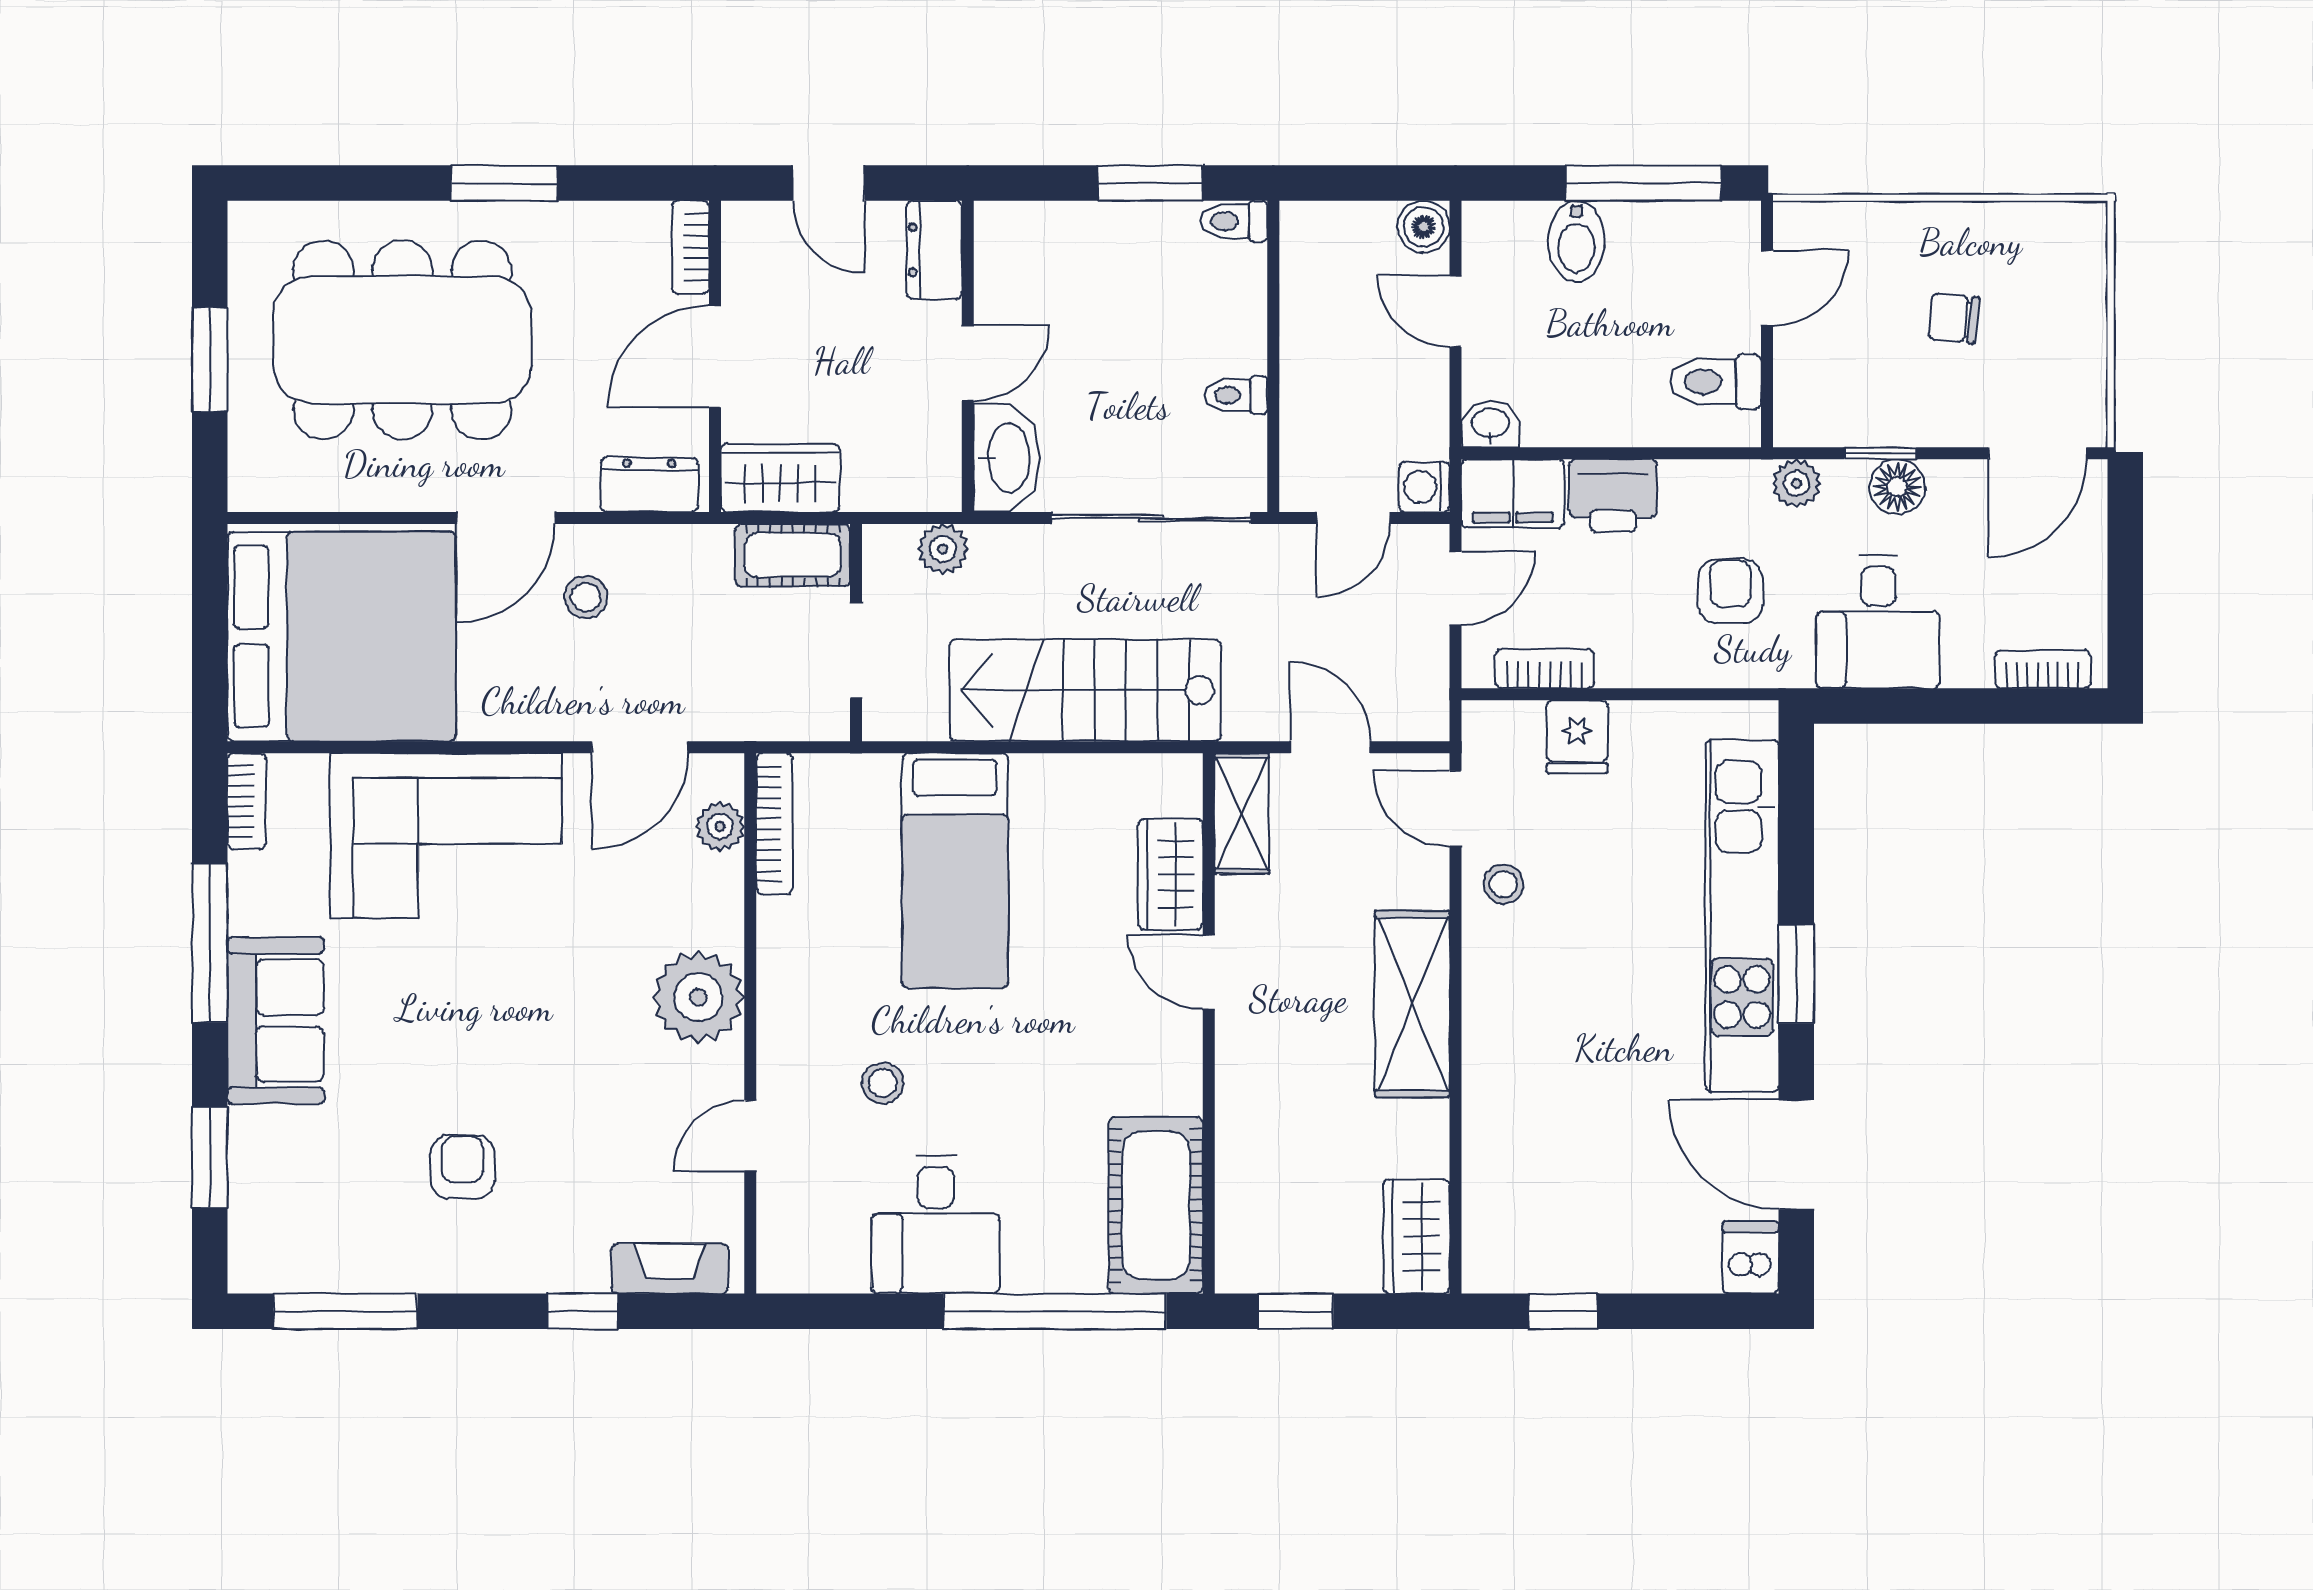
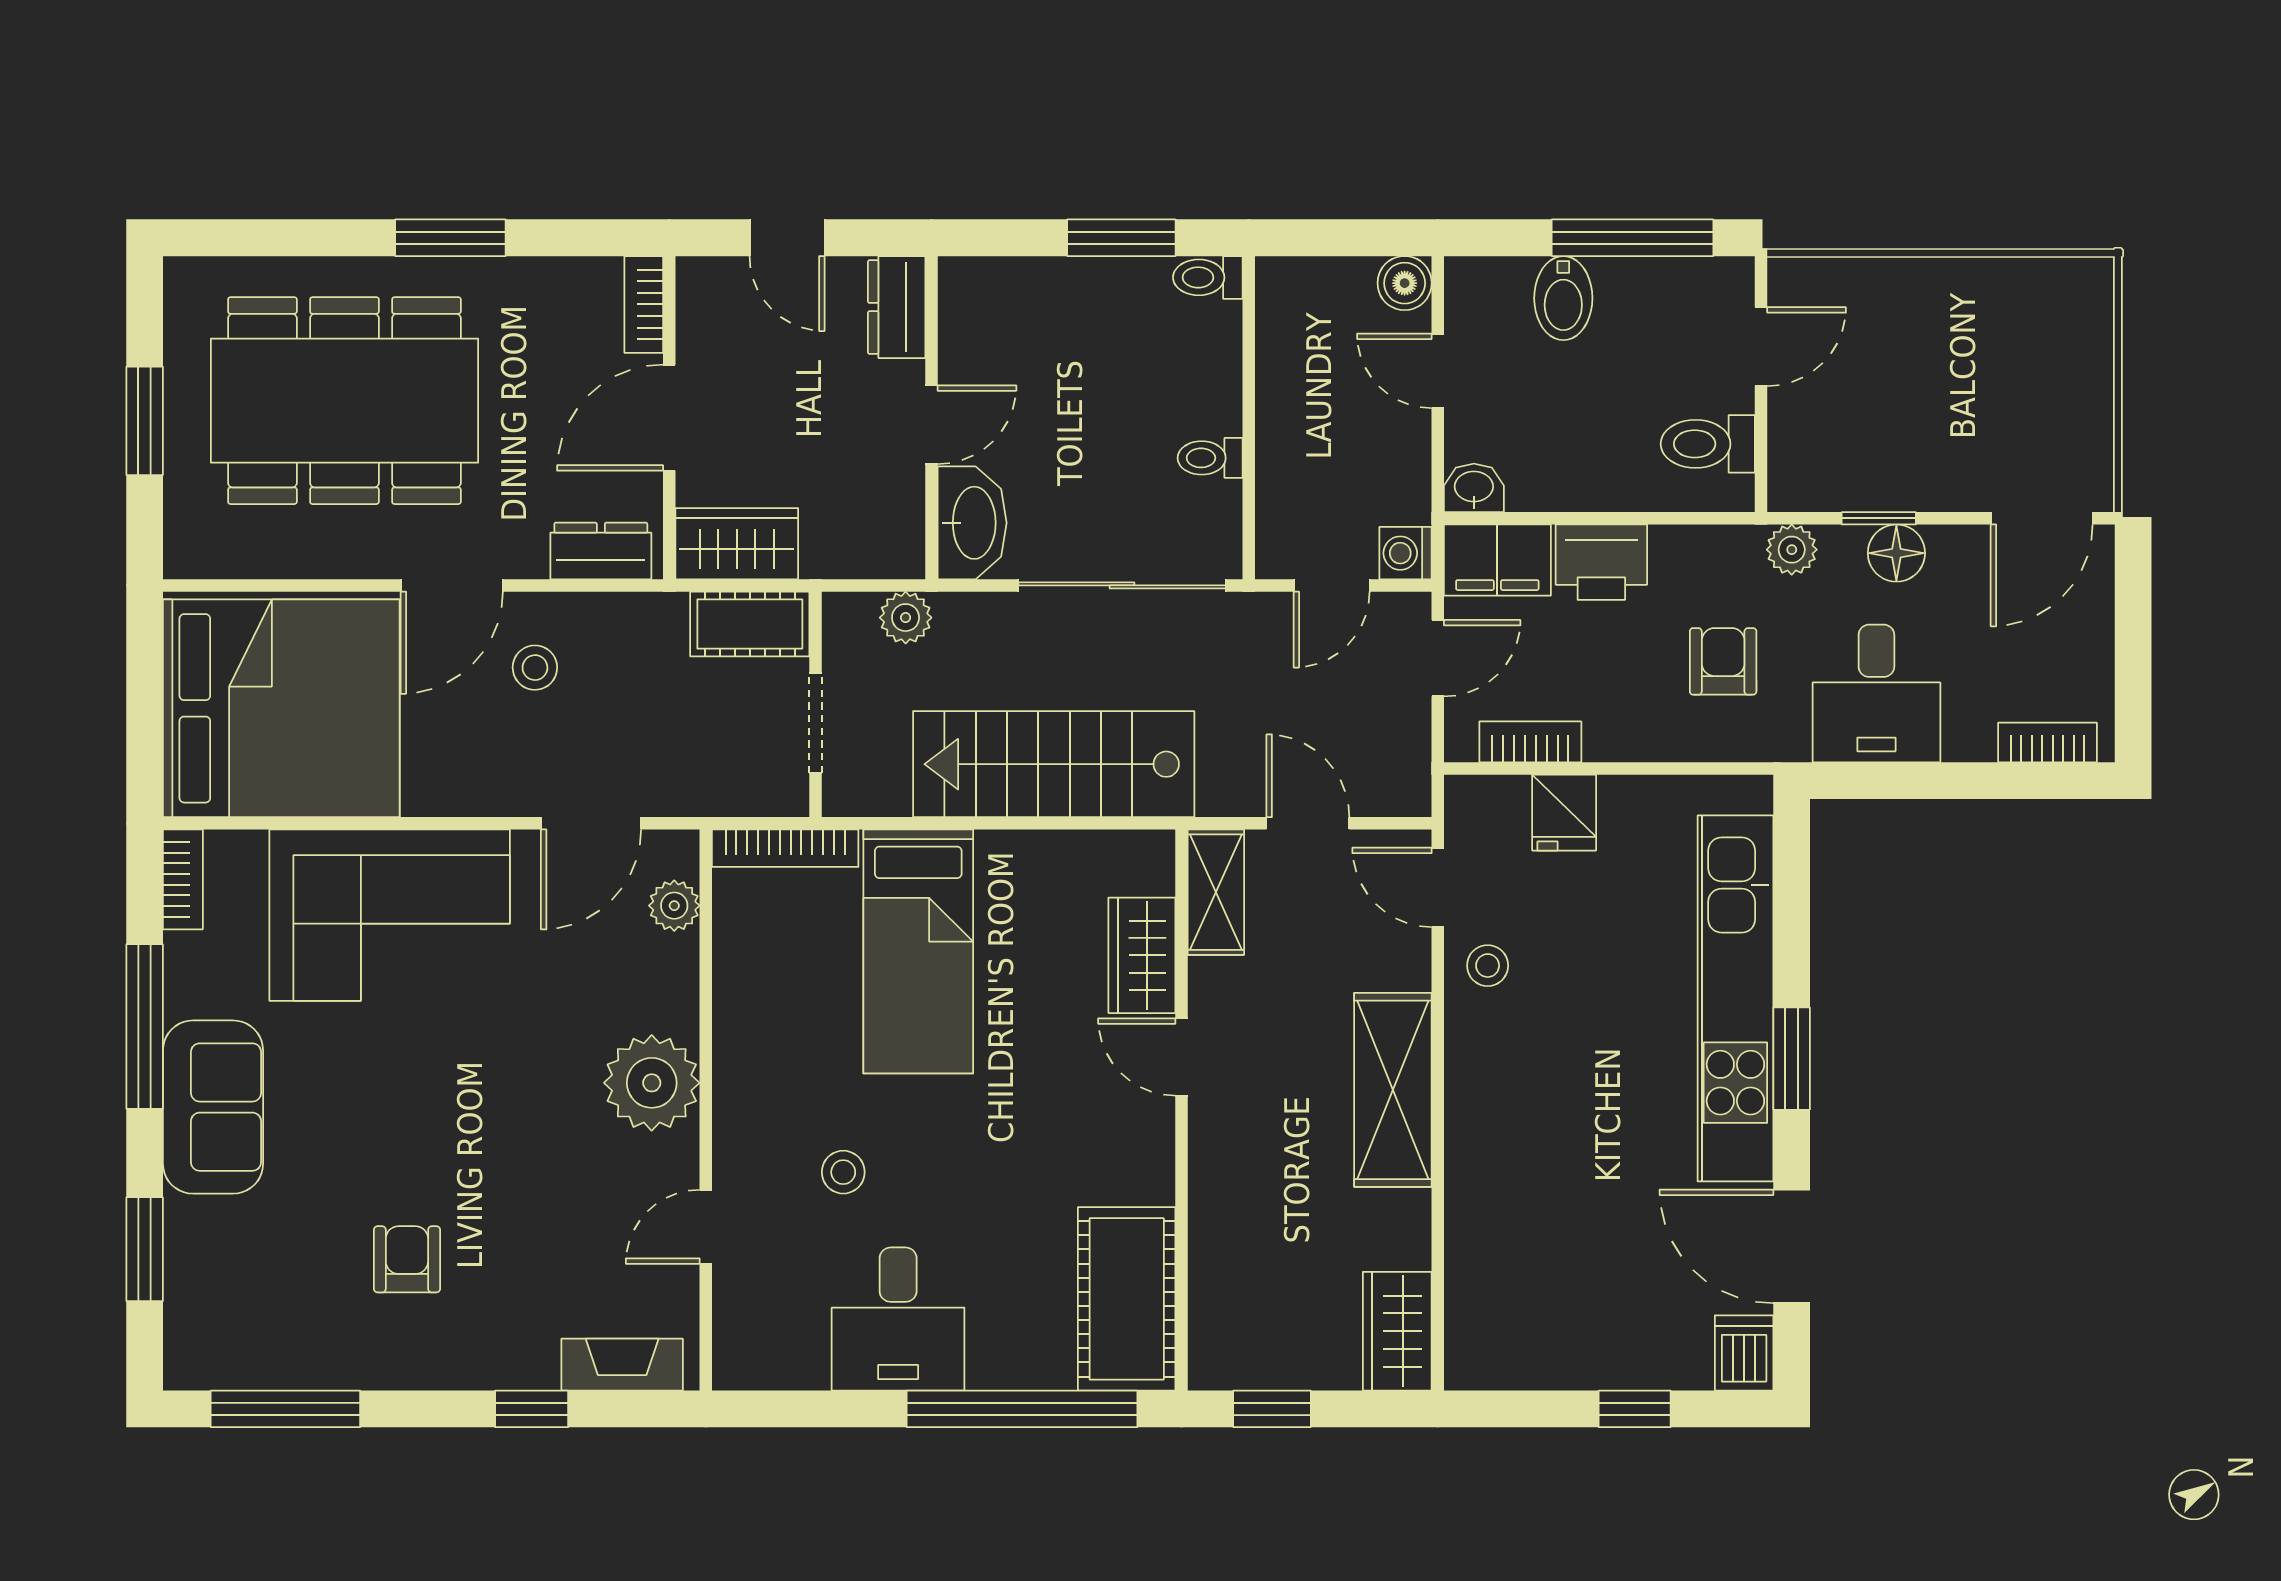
chair: (1954, 318) -> (1955, 378), removed
bookcase: (774, 824) -> (785, 848), moved, turned 90
window: (1563, 1311) -> (1635, 1409), moved

